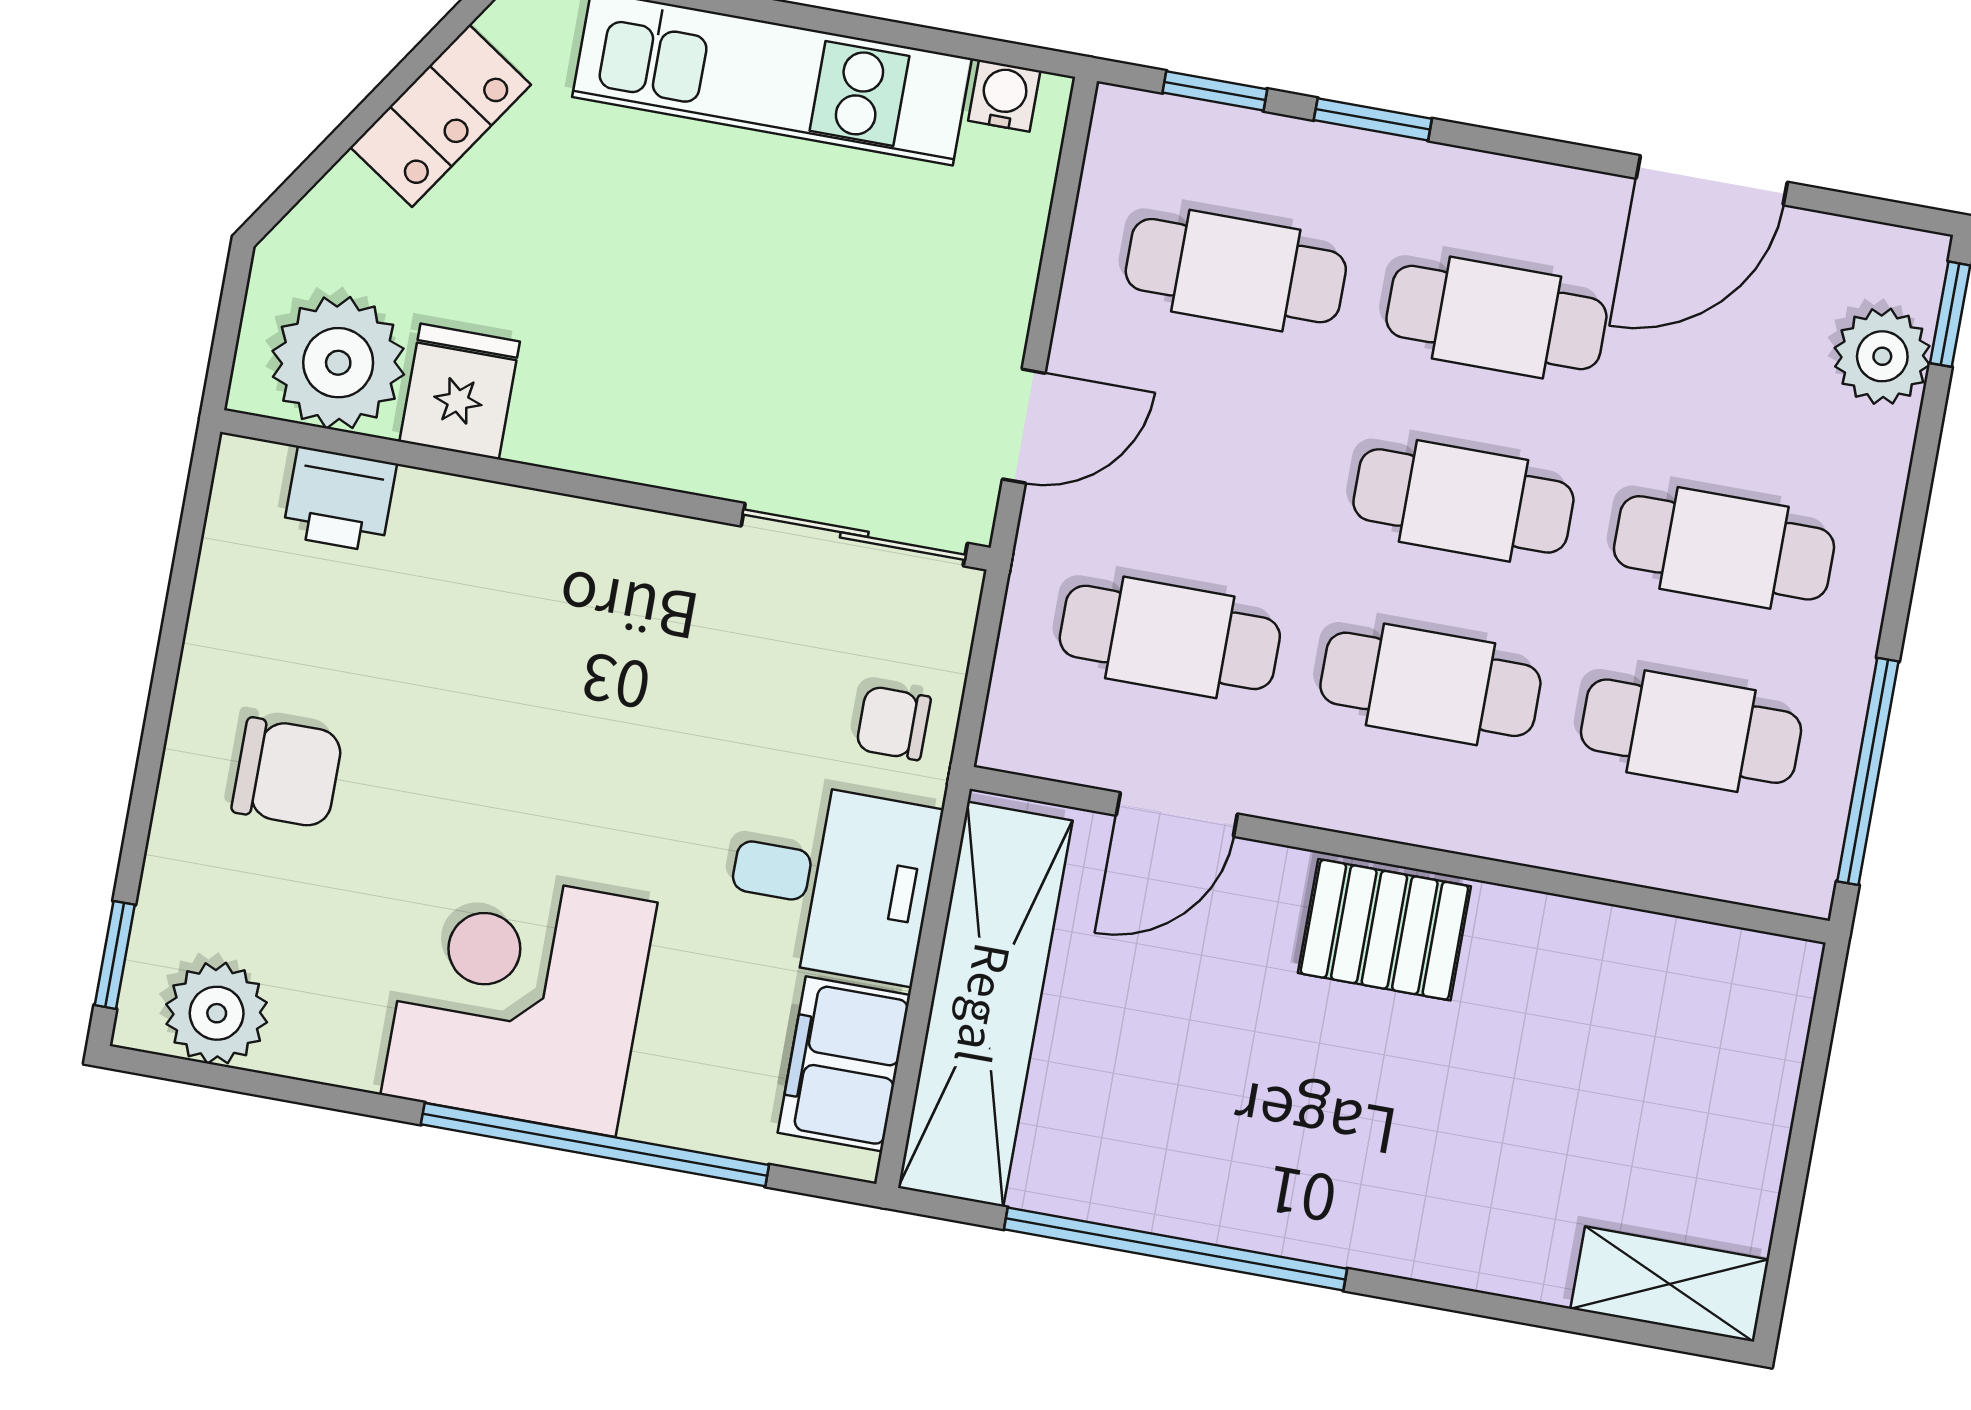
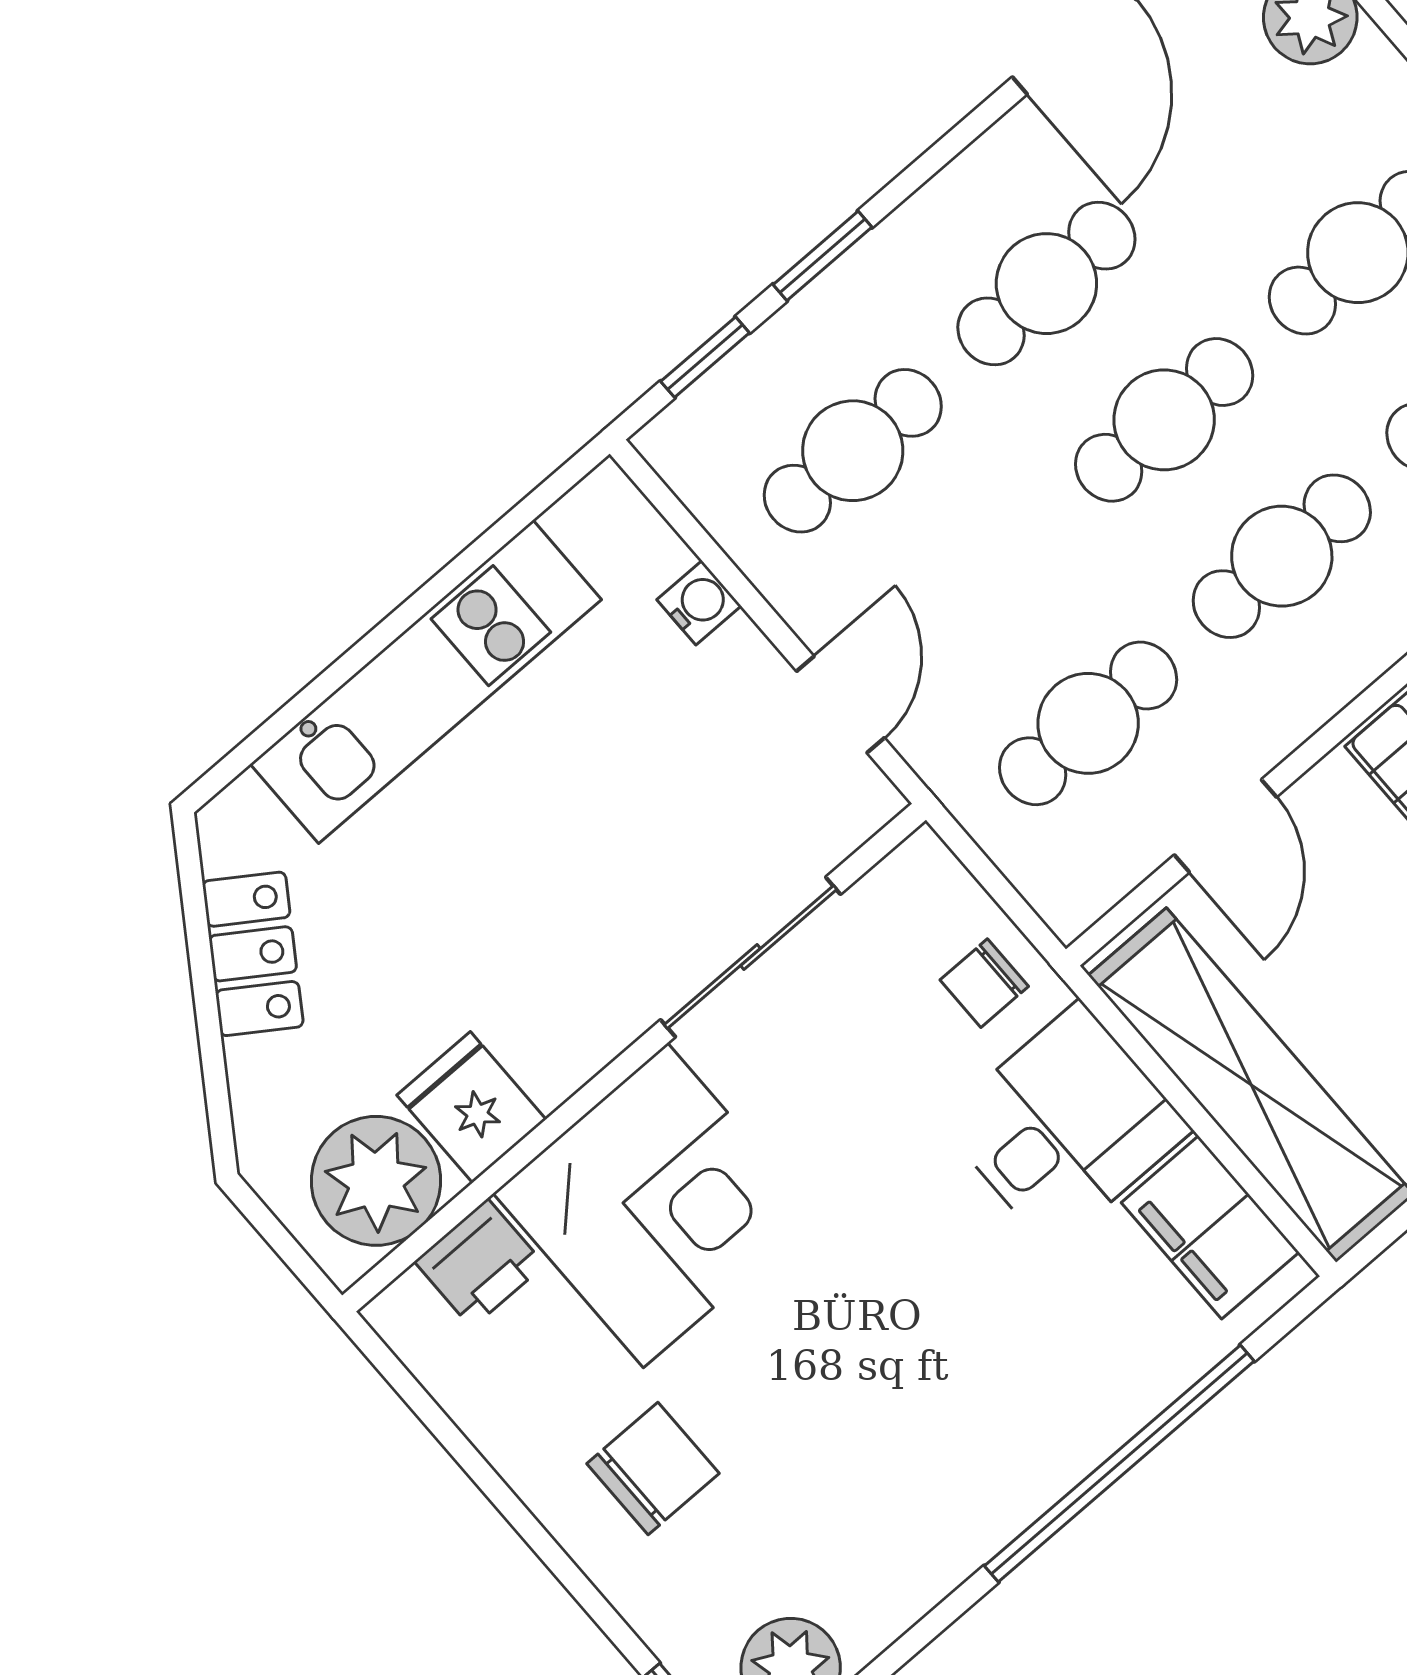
water cooler: (1004, 96) -> (699, 603), moved, turned 90
sliding door: (854, 535) -> (751, 957), moved
corner desk: (519, 999) -> (655, 1205), moved, turned 180

